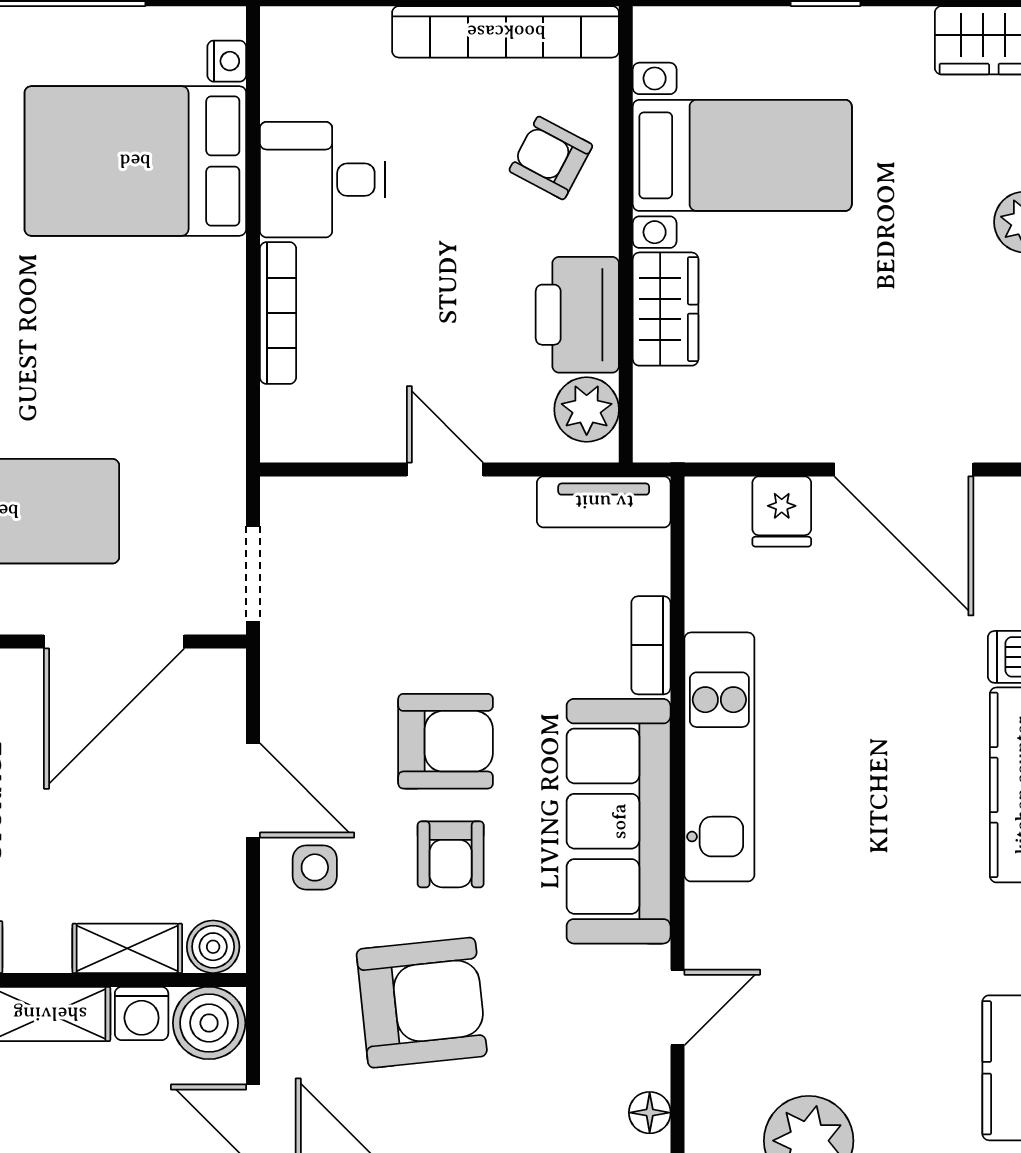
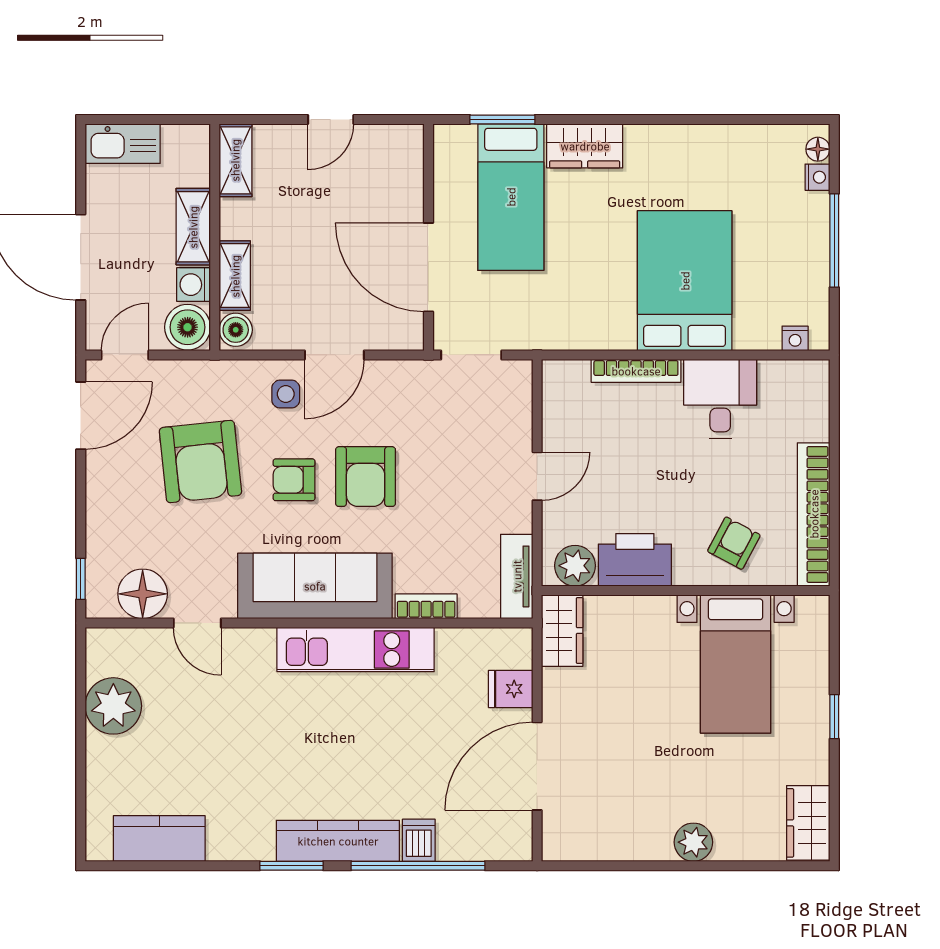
bed: (135, 161) -> (685, 281), moved
wardrobe: (665, 309) -> (562, 631), moved, turned -90
floor lamp: (650, 1113) -> (143, 594), width x1.89, depth x1.89

